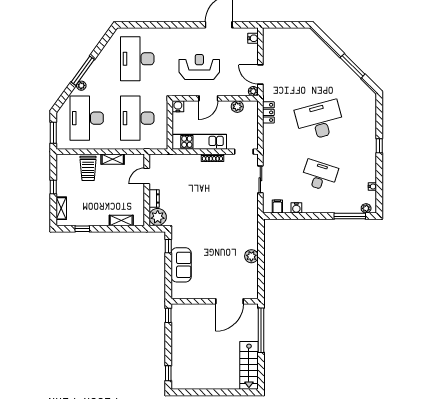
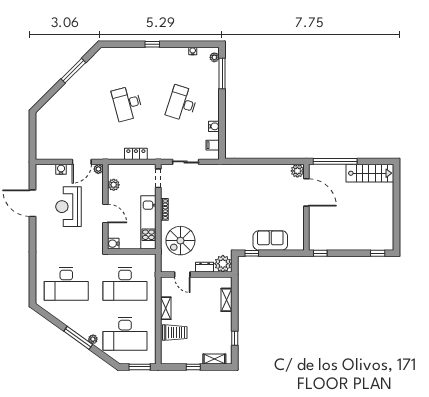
water cooler: (253, 38) -> (61, 169), moved
reception desk: (199, 67) -> (68, 207), moved
locker: (268, 112) -> (136, 154), moved
desk: (320, 120) -> (127, 103), width x0.73, depth x0.77
spiral stairs: (181, 174) -> (180, 241), added
plant: (251, 256) -> (297, 171), moved

